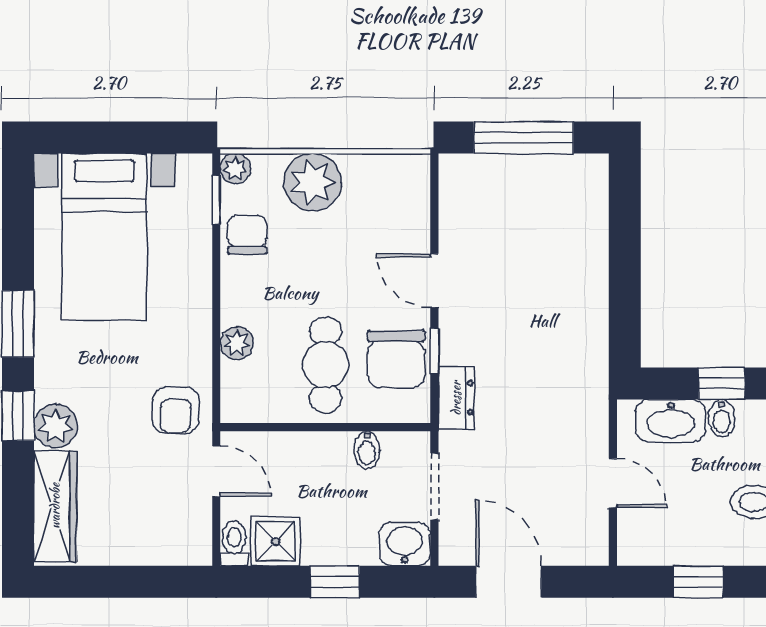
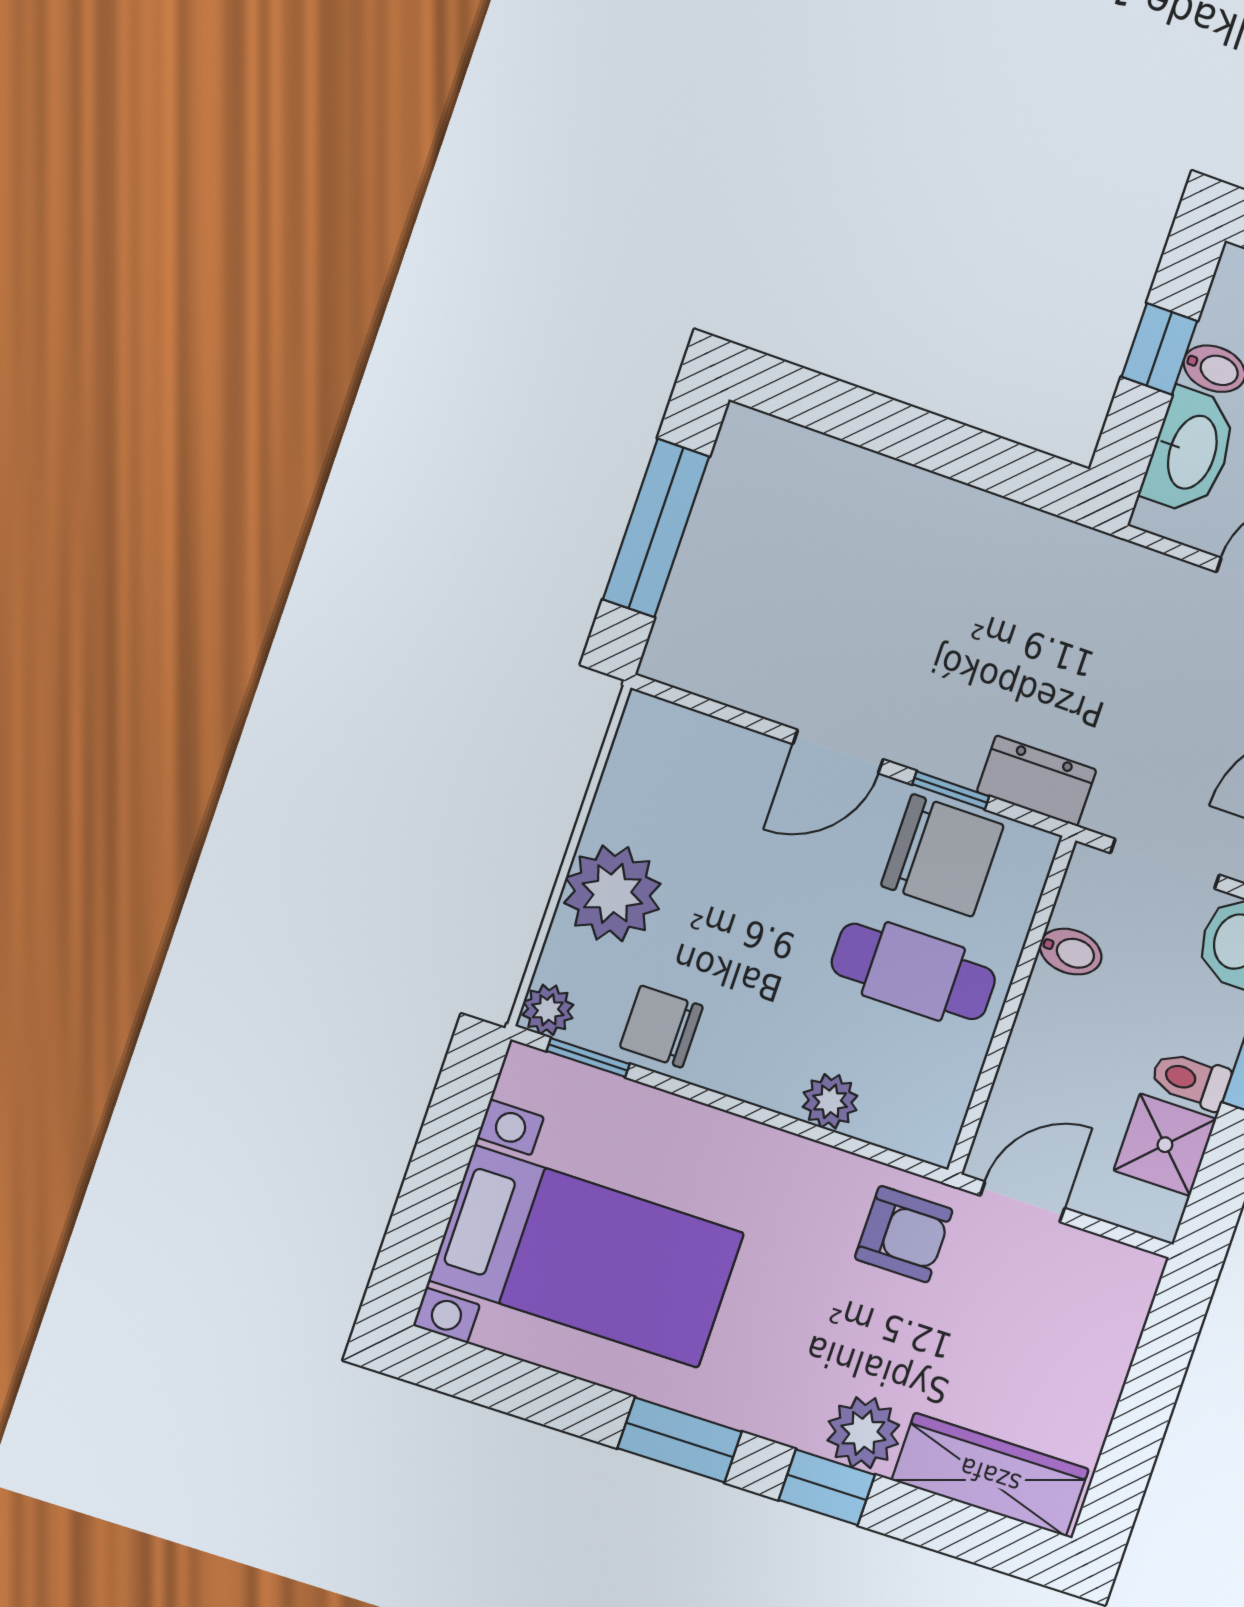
toilet: (234, 543) -> (1191, 1080), moved

